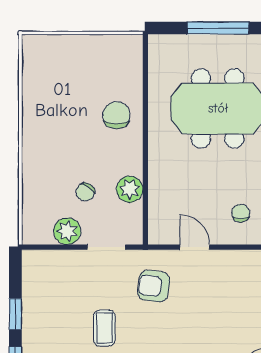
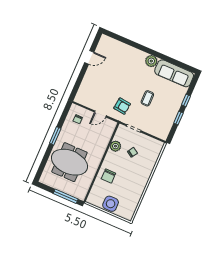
window: (218, 28) -> (66, 196), moved
side table: (85, 55) -> (111, 204), added
plant: (67, 231) -> (146, 141), removed
door: (195, 247) -> (100, 114), hinge flipped

